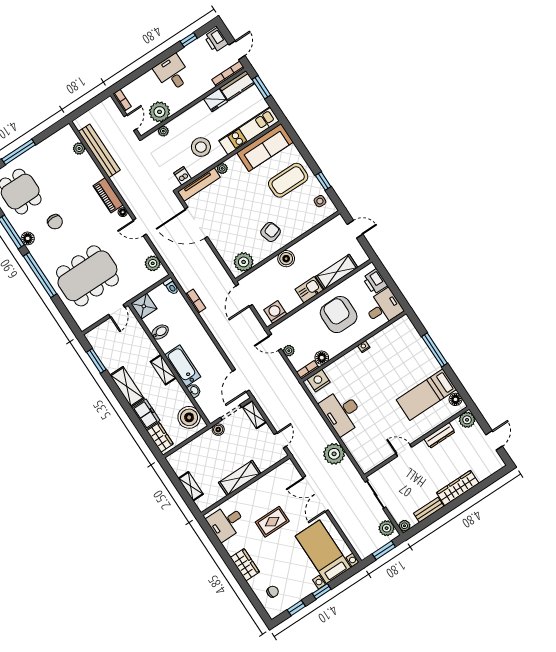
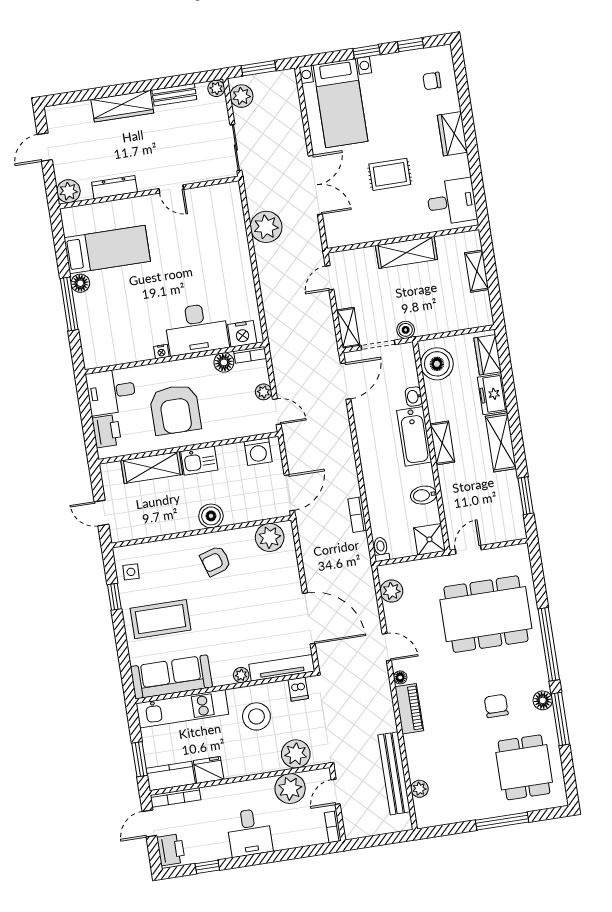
plant: (163, 131) -> (296, 754), width x1.88, depth x1.88
floor lamp: (455, 399) -> (80, 283), moved
desk: (342, 412) -> (197, 329), moved, turned 90

